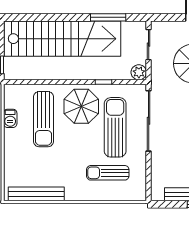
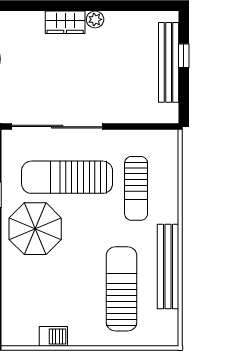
sun lounger: (43, 119) -> (122, 289), moved, turned -90
bench: (36, 194) -> (168, 267), moved

